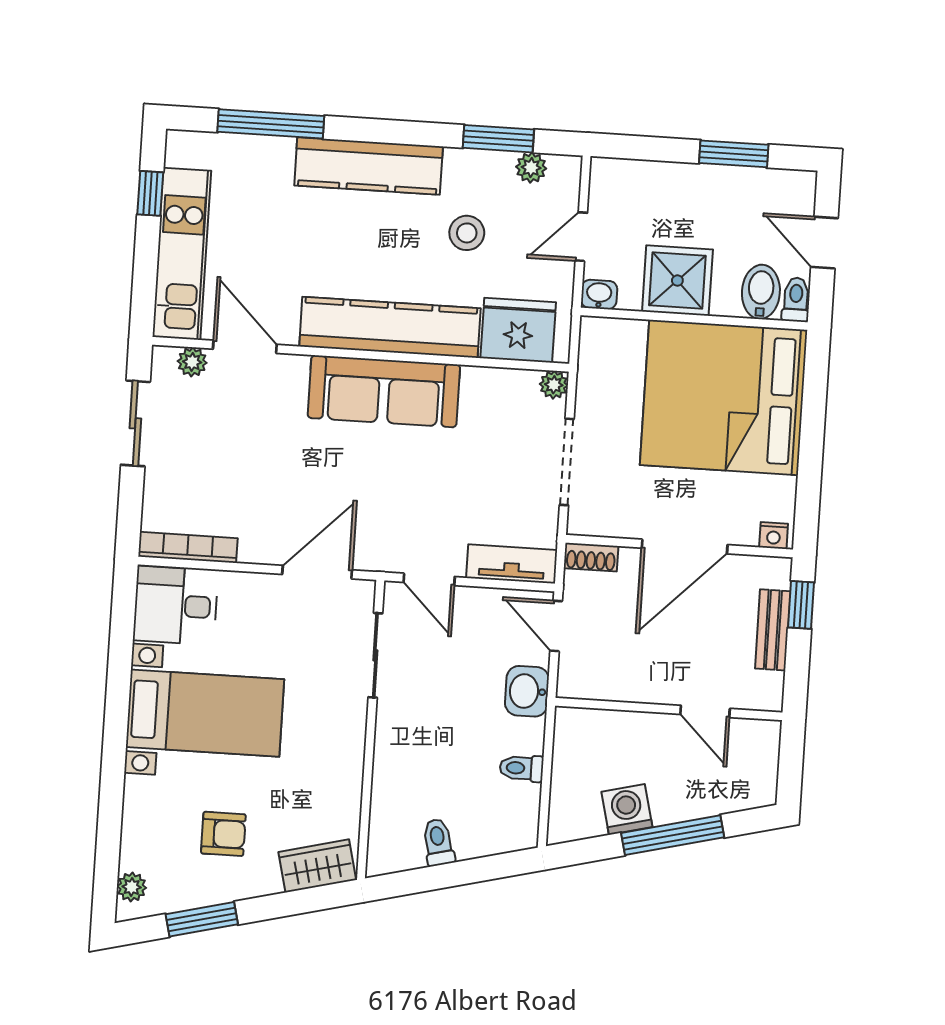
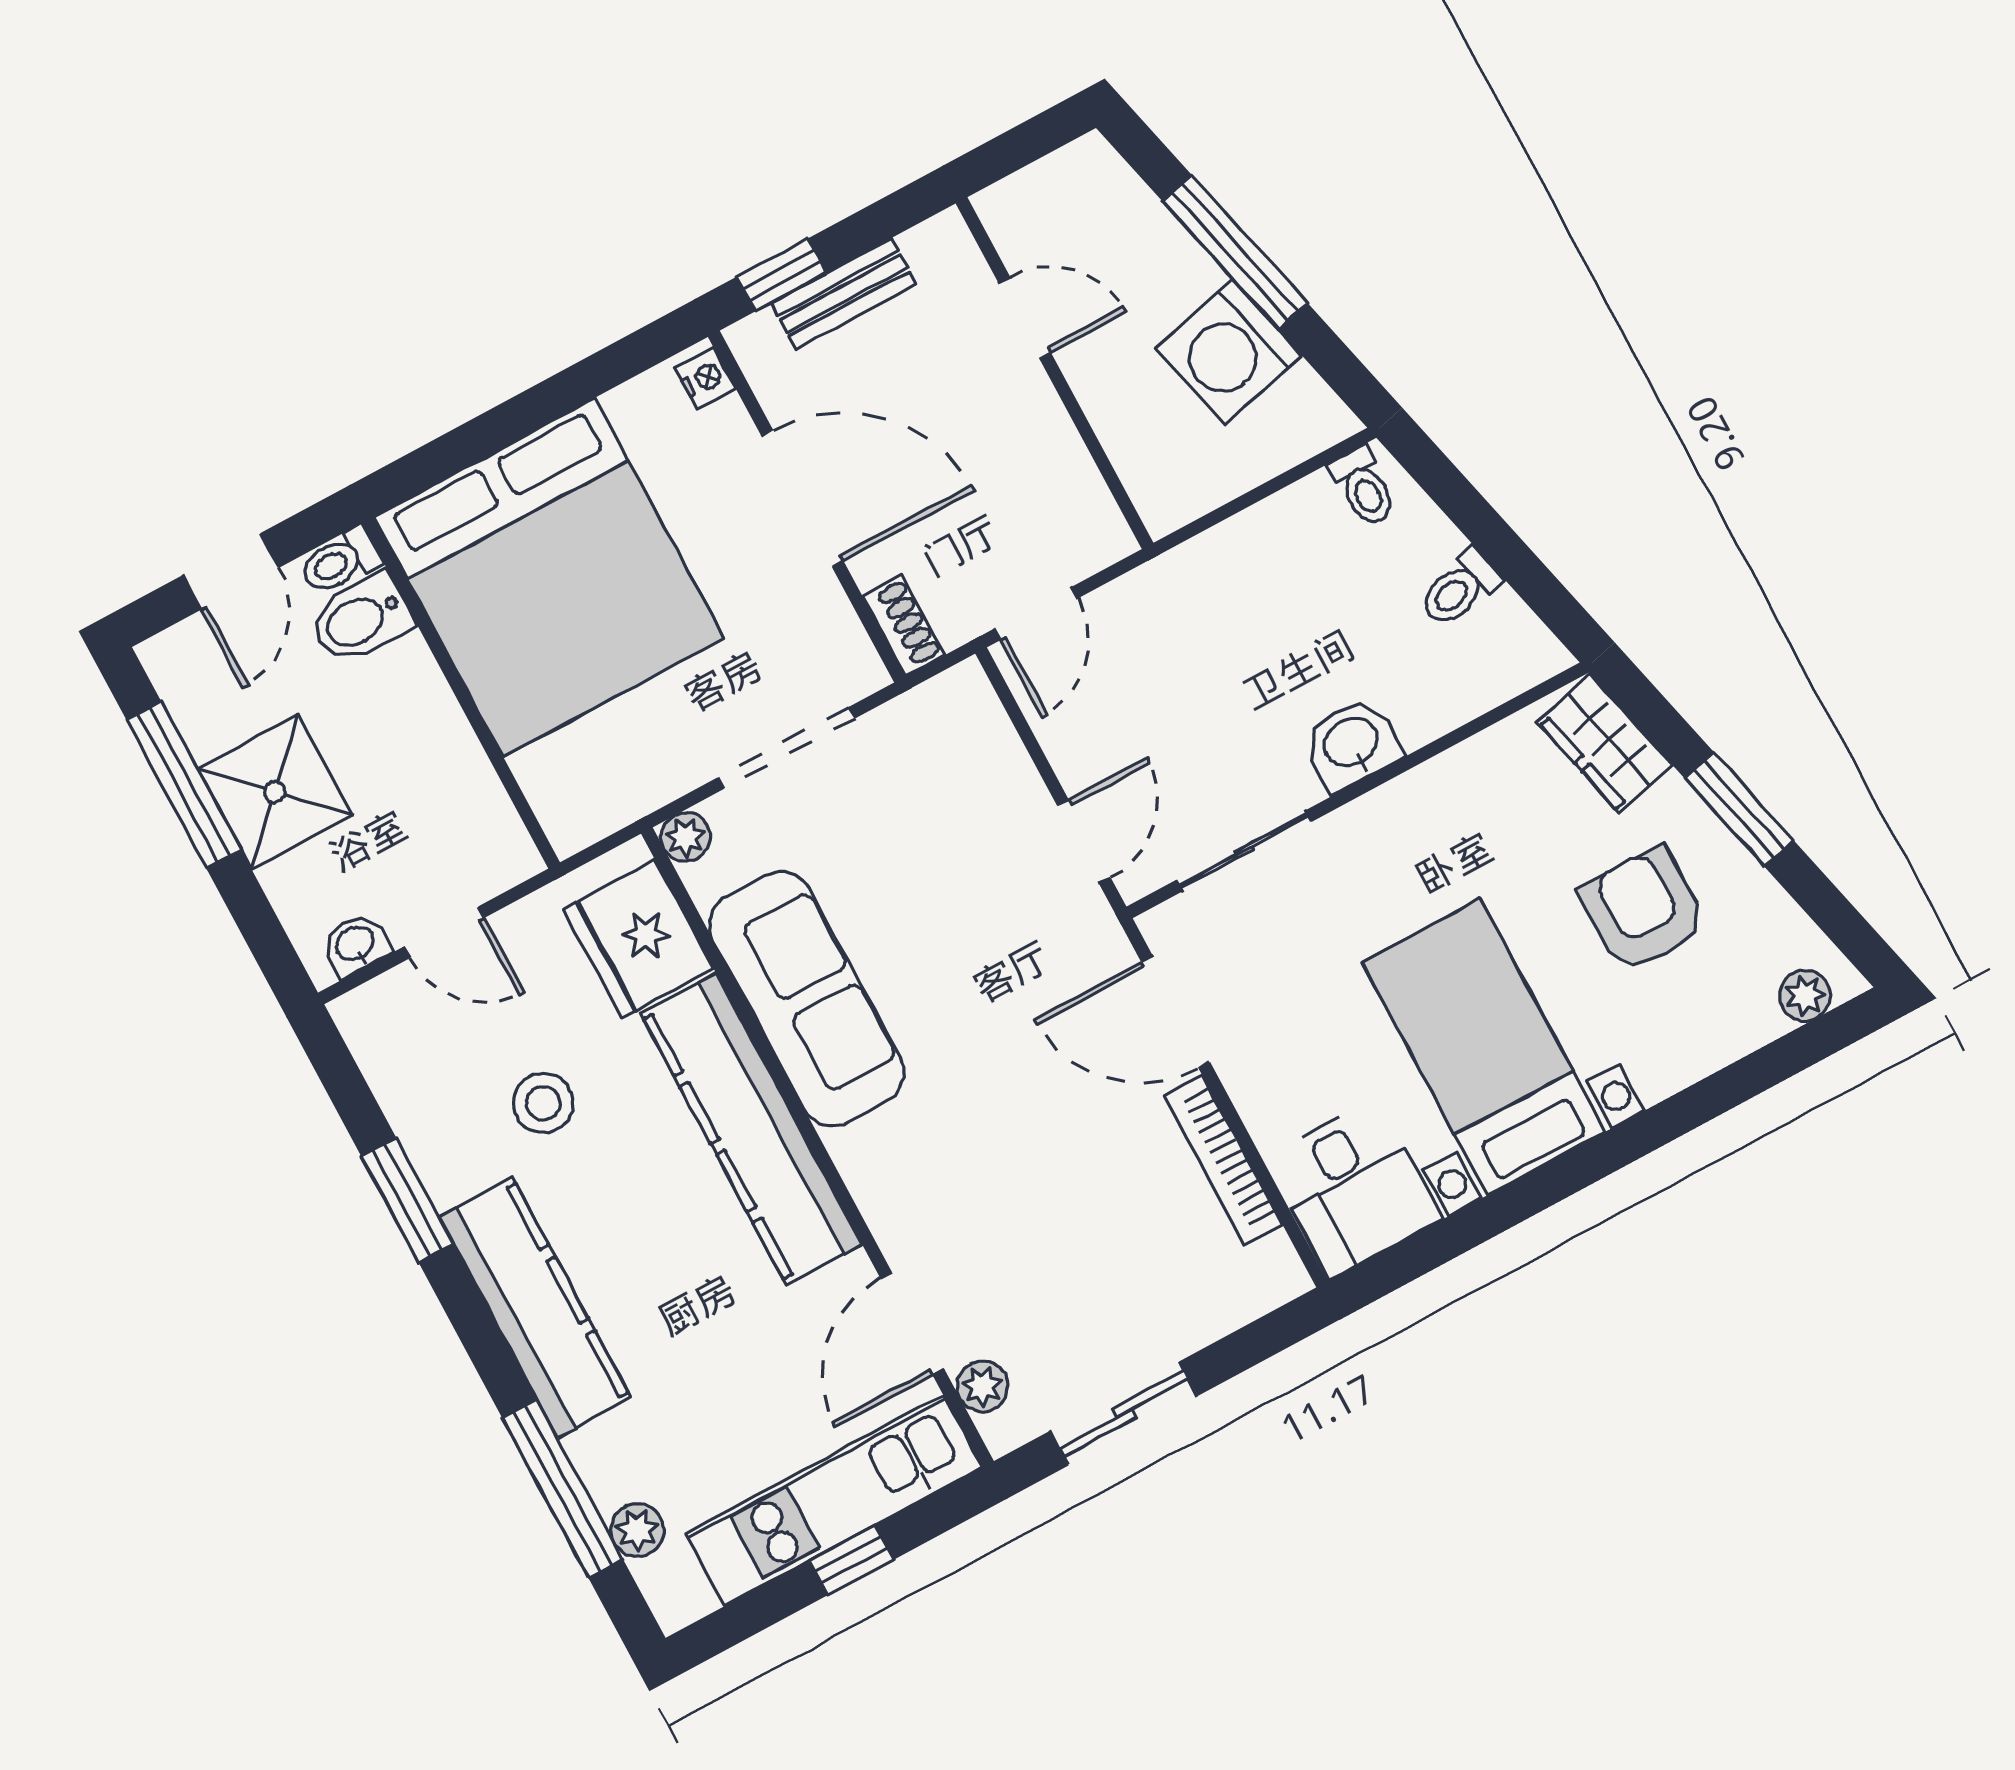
window: (498, 139) -> (407, 1200), moved
window: (734, 154) -> (184, 785), width x1.44
plant: (531, 168) -> (637, 1530), moved
window: (150, 193) -> (851, 1560), moved
shower: (677, 281) -> (275, 792), moved
washbasin: (599, 294) -> (356, 944), moved, turned 90
sofa: (384, 391) -> (807, 999), moved
bookcase: (188, 547) -> (1223, 1160), moved
tv unit: (512, 564) -> (986, 735), removed
washbasin: (527, 691) -> (1352, 744), moved, turned 180
door: (705, 711) -> (1025, 318), hinge flipped
toilet: (522, 768) -> (1363, 487), moved
washing machine: (627, 809) -> (1229, 352), width x1.37, depth x1.37
armchair: (223, 834) -> (1644, 910), width x1.38, depth x1.38
window: (202, 919) -> (1739, 810), moved

